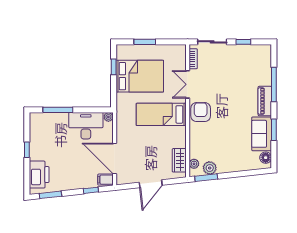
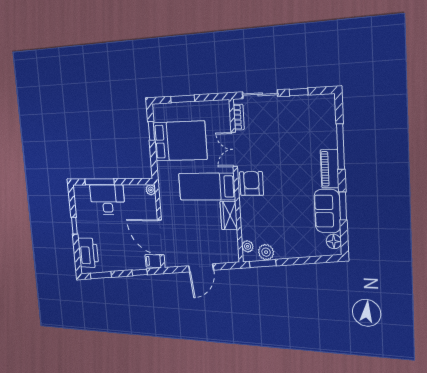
desk: (86, 126) -> (107, 200), moved
wardrobe: (179, 160) -> (229, 216), moved

